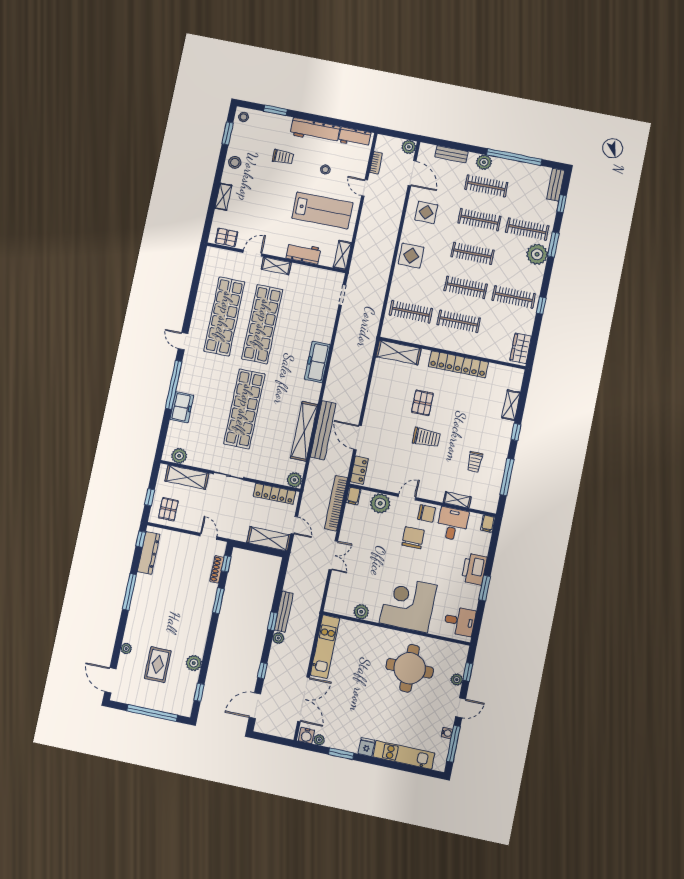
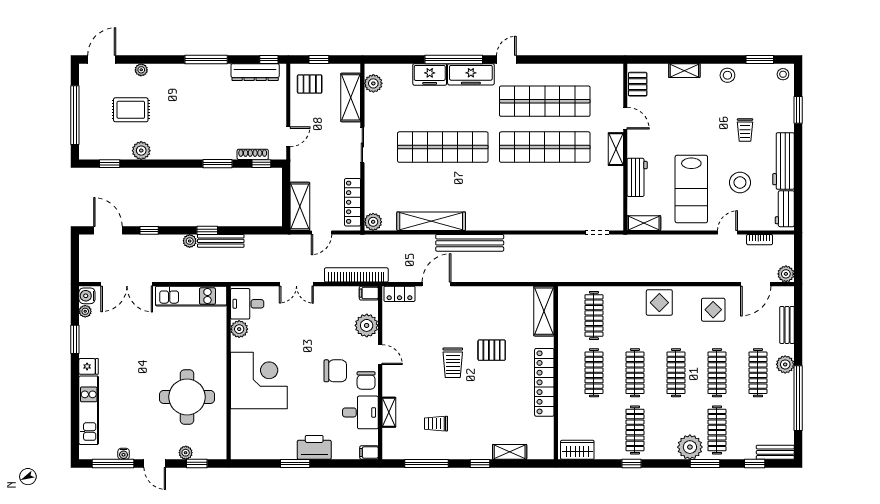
stool: (325, 170) -> (740, 183), width x1.89, depth x1.89
freezer: (317, 362) -> (471, 74), moved, turned 180
bench: (323, 430) -> (470, 243), moved
desk: (460, 621) -> (247, 304), moved, turned 90

